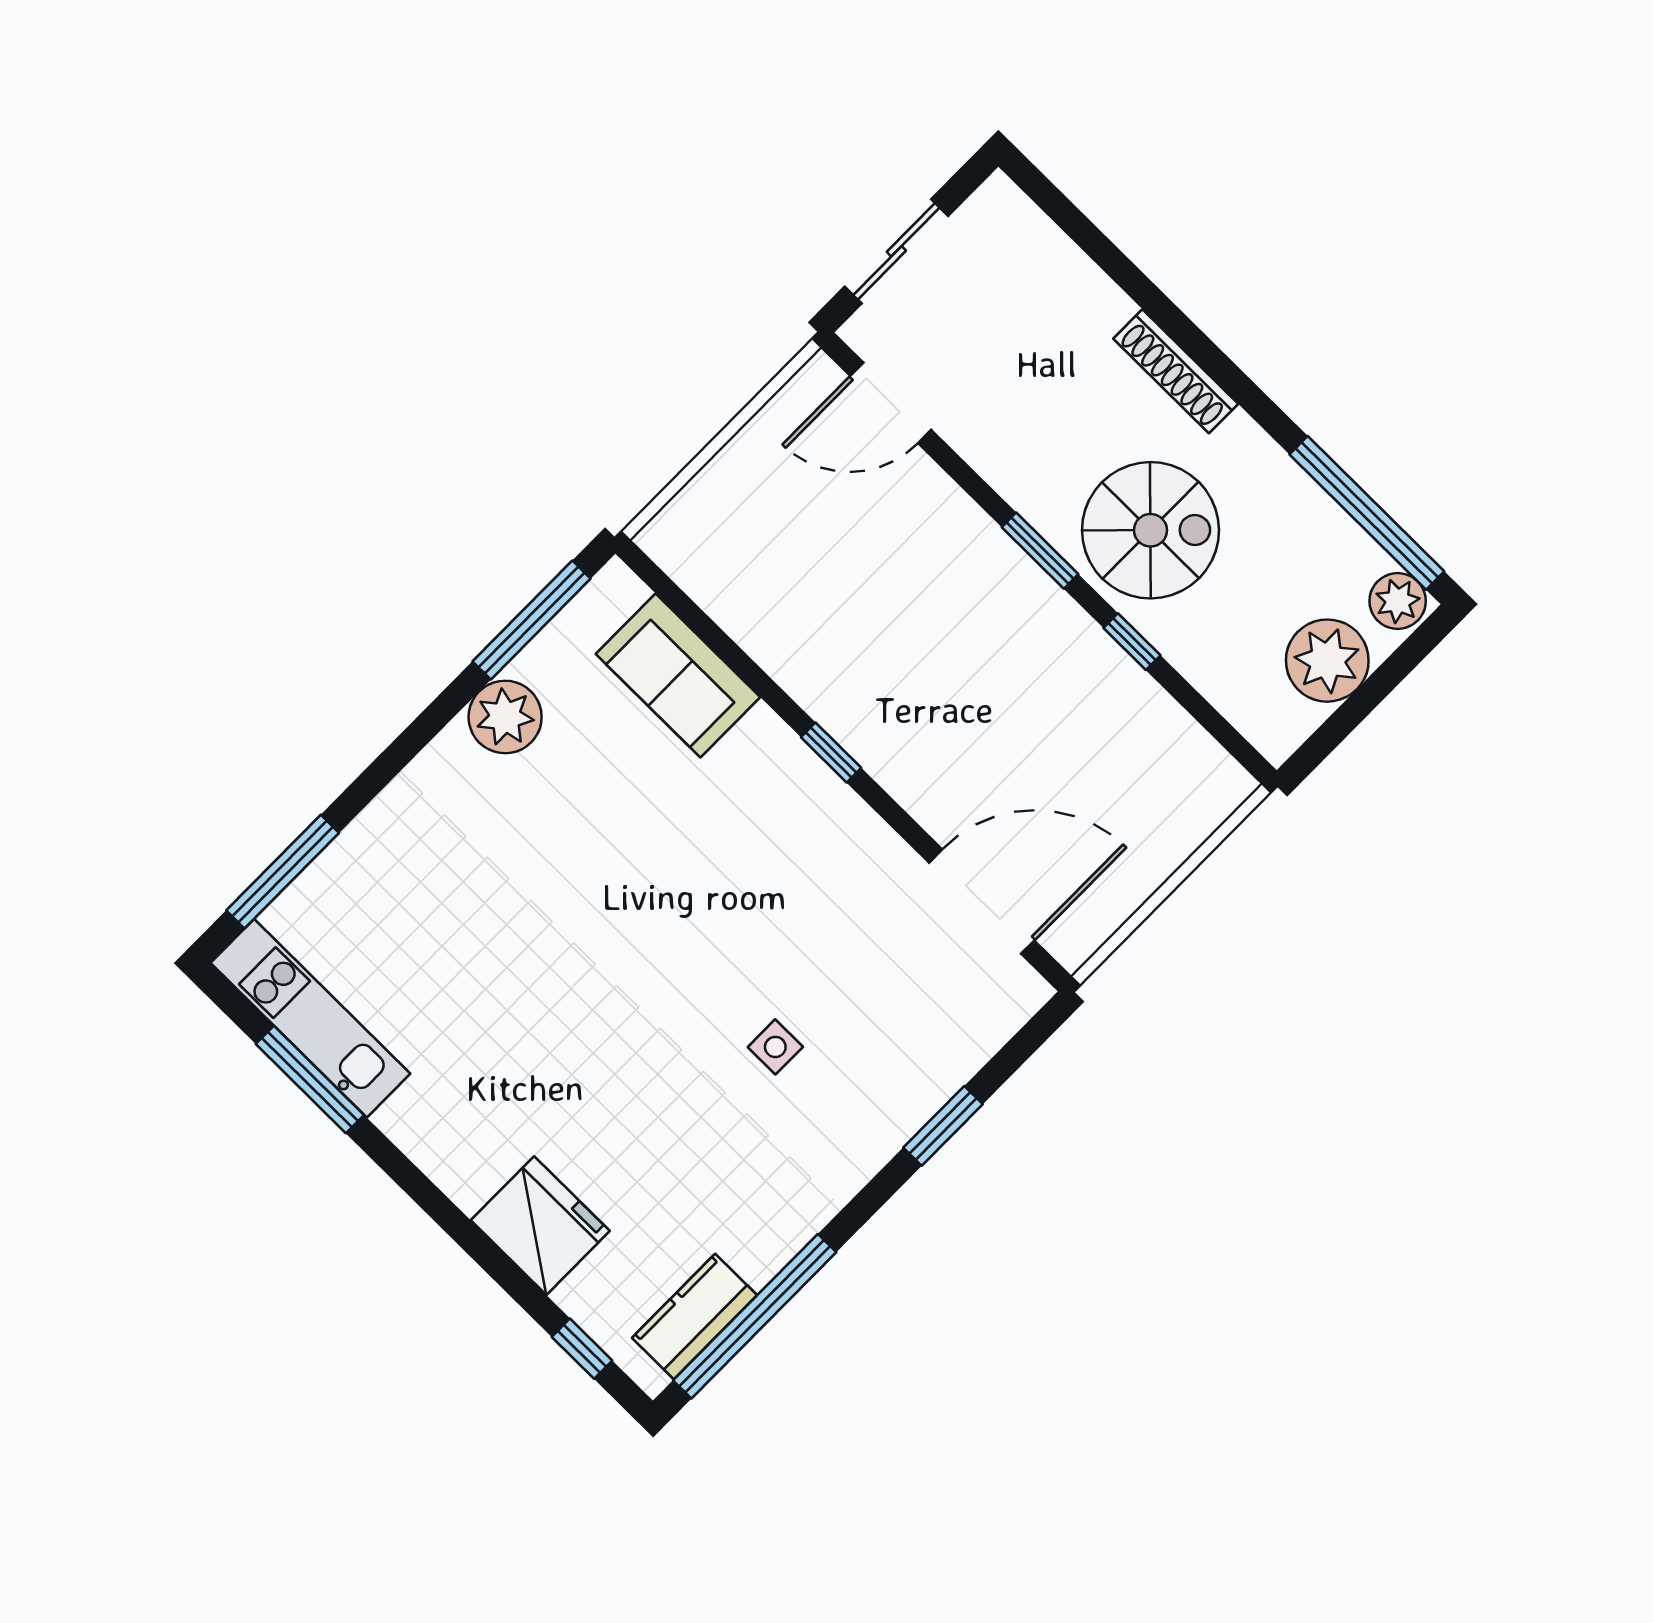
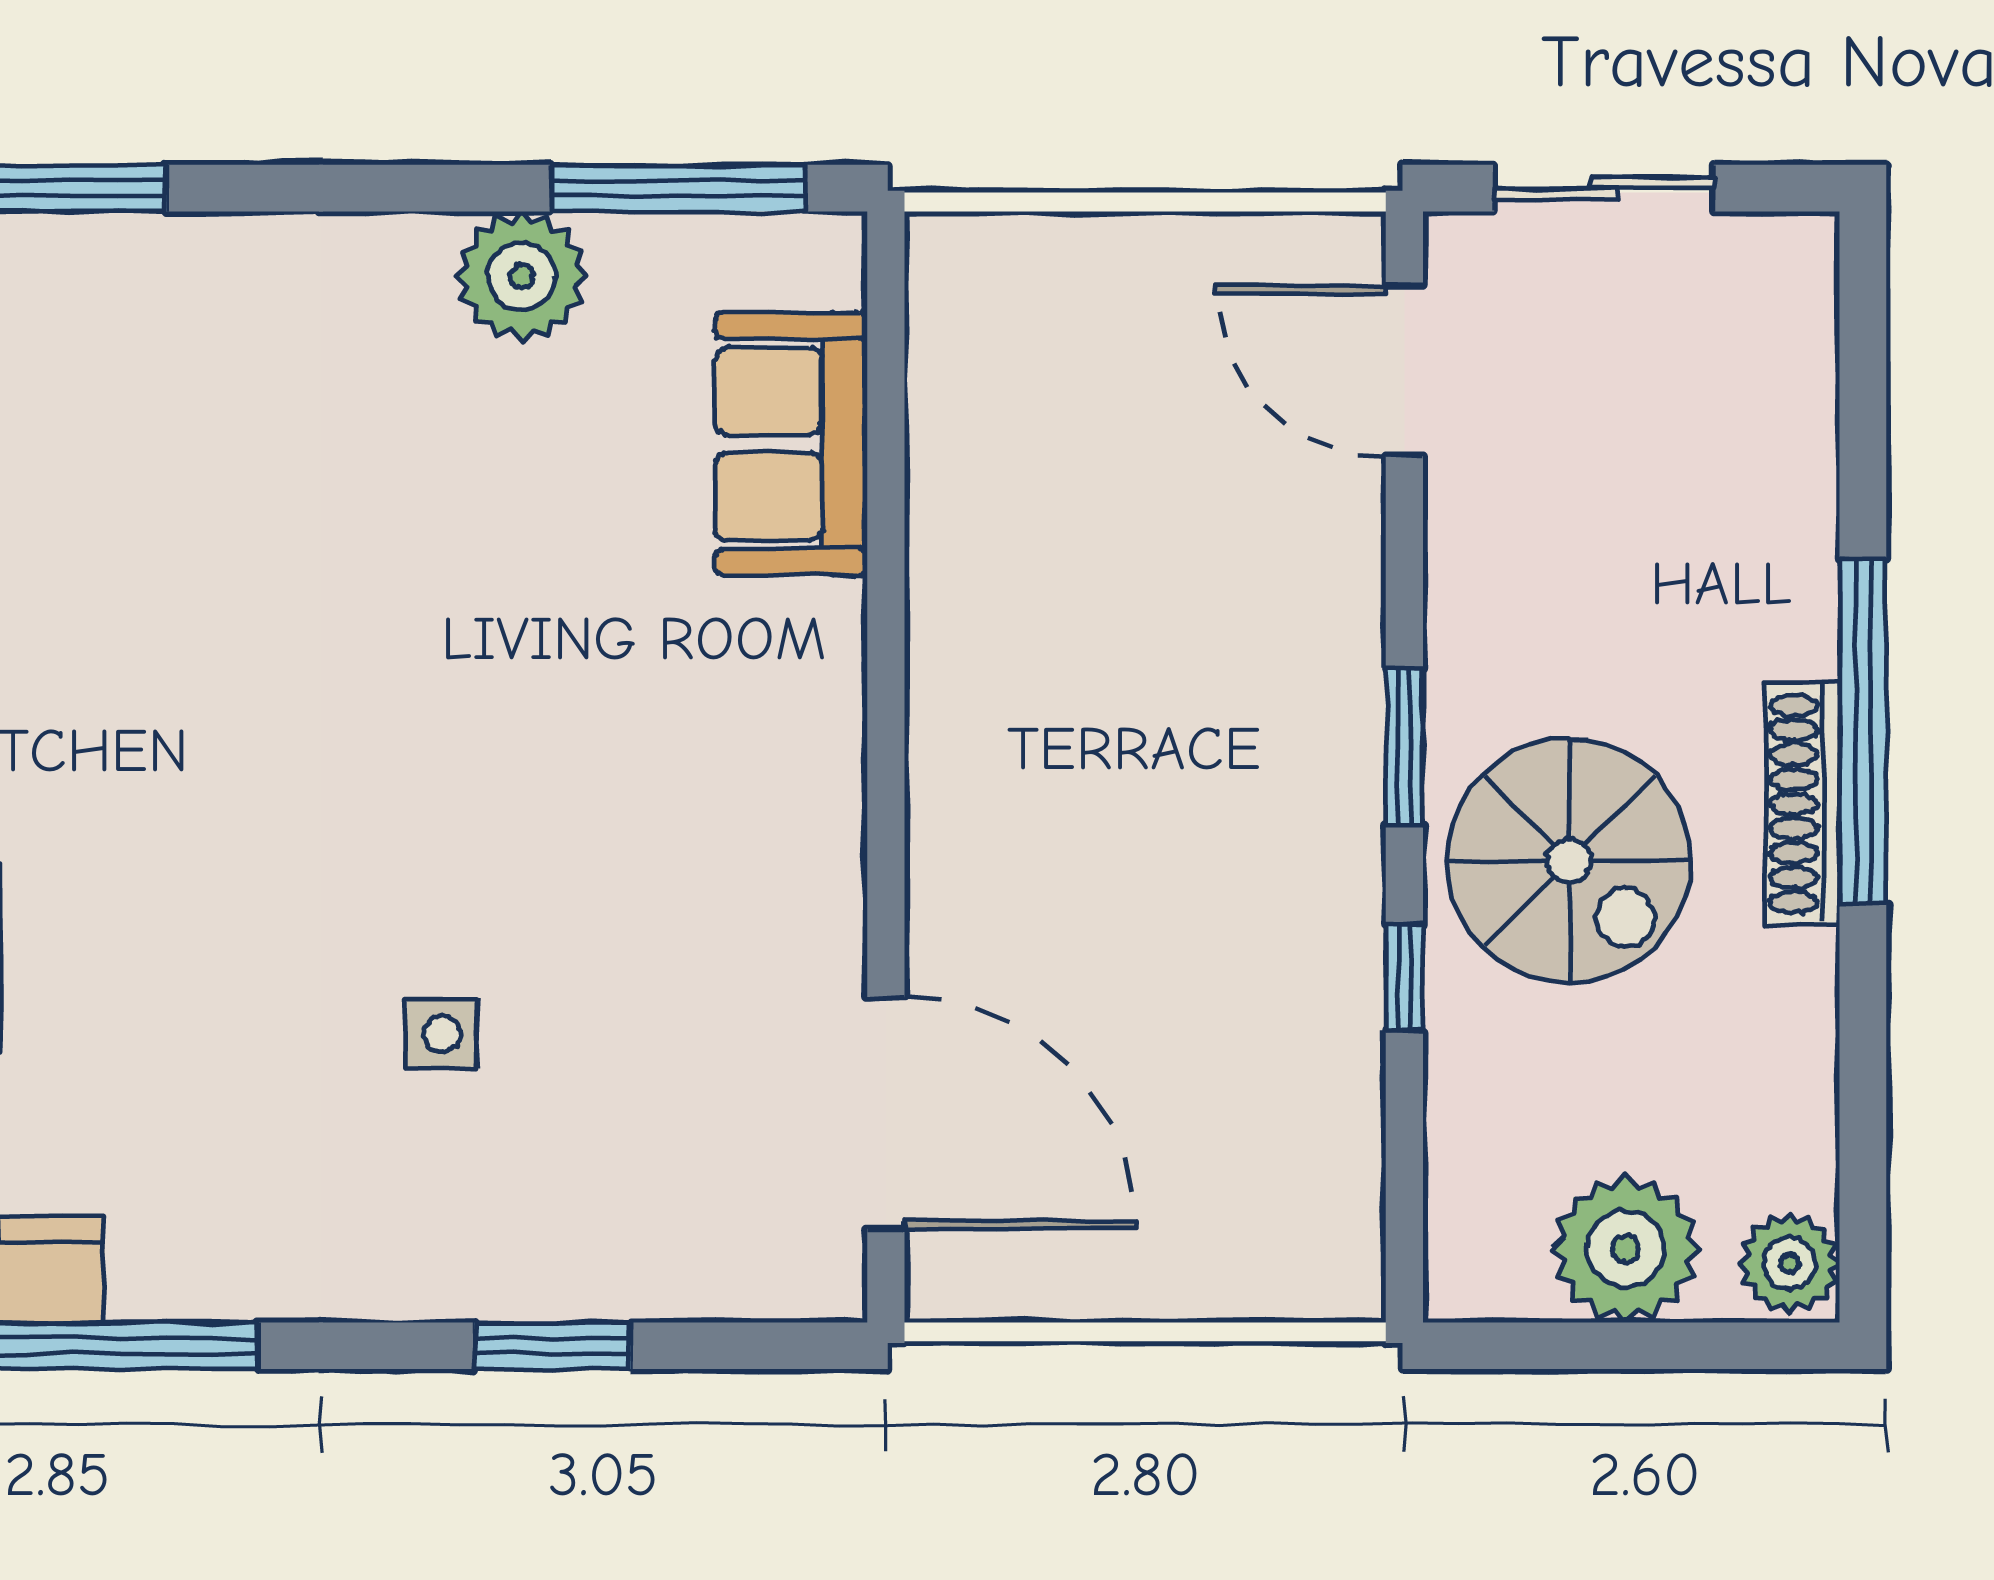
shoe rack: (1176, 371) -> (1803, 804), moved
window: (1367, 513) -> (1863, 731), moved
window: (831, 752) -> (886, 735), removed

